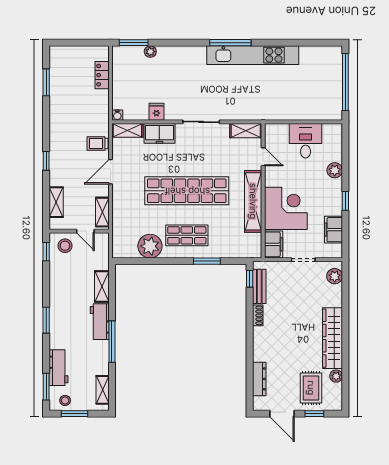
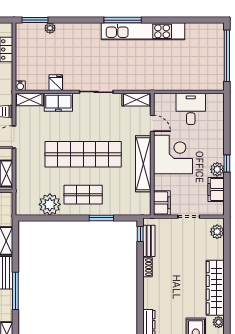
plant: (335, 170) -> (217, 169), moved
corner desk: (286, 208) -> (173, 155), moved

